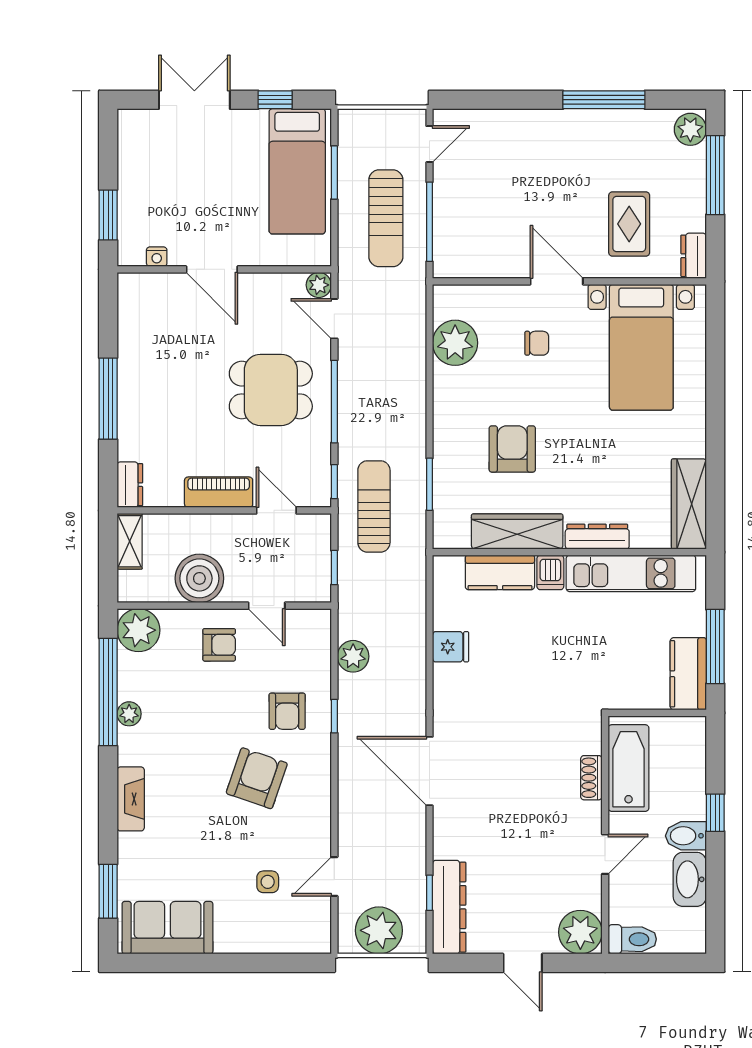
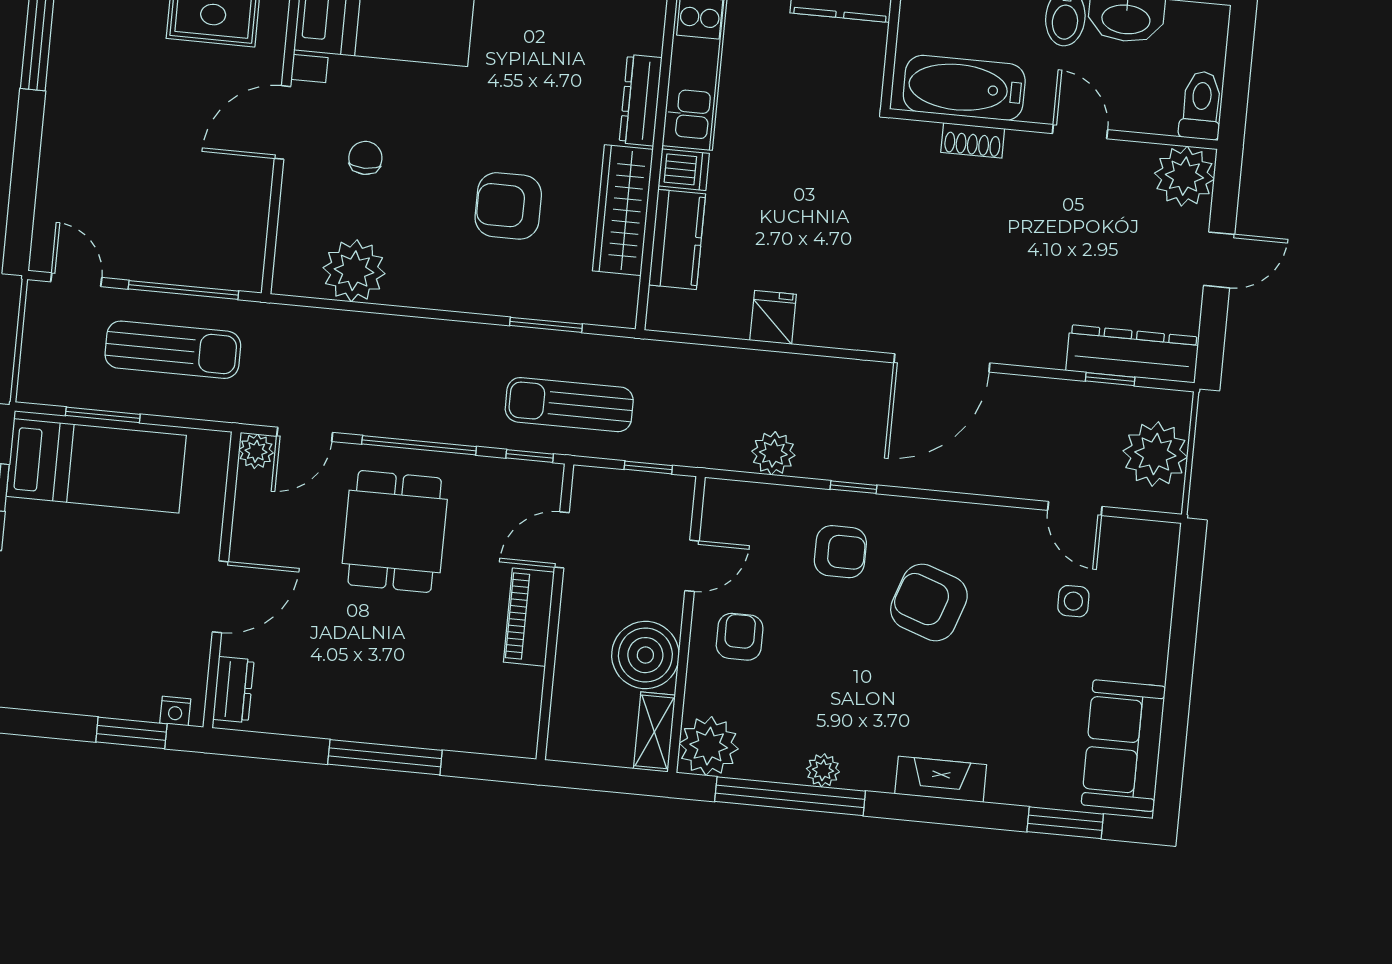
nightstand: (157, 257) -> (175, 711), moved, turned 90
dresser: (130, 485) -> (233, 690), moved, turned 90
shelving: (130, 541) -> (654, 732), moved, turned 90

